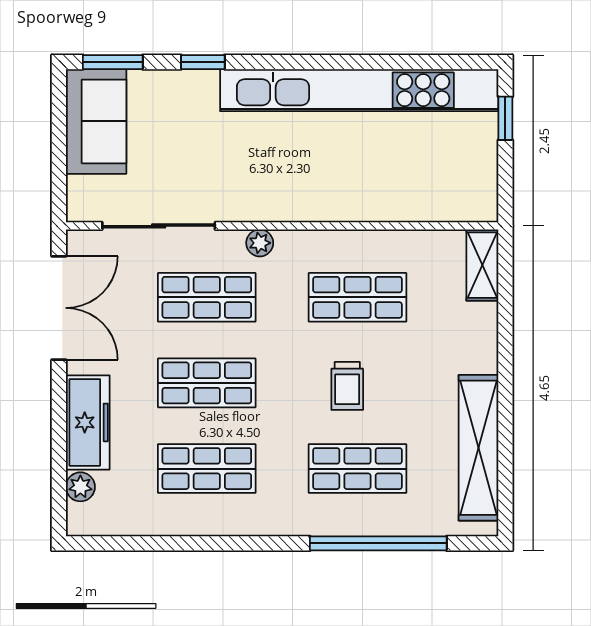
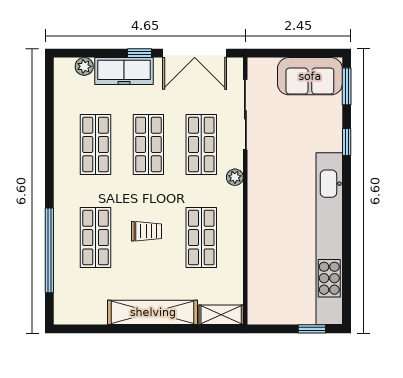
trolley: (347, 386) -> (147, 231), turned 180
window: (59, 397) -> (139, 53), added
shelving: (478, 448) -> (153, 312), moved

